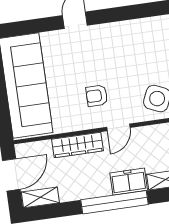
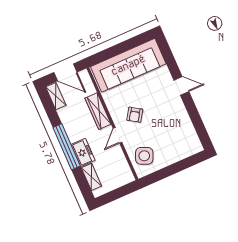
armchair: (97, 96) -> (135, 115), turned -147
door: (118, 127) -> (118, 135), hinge flipped

